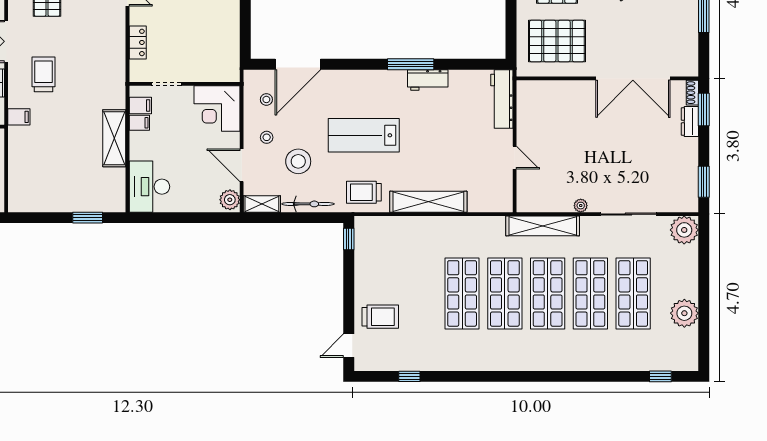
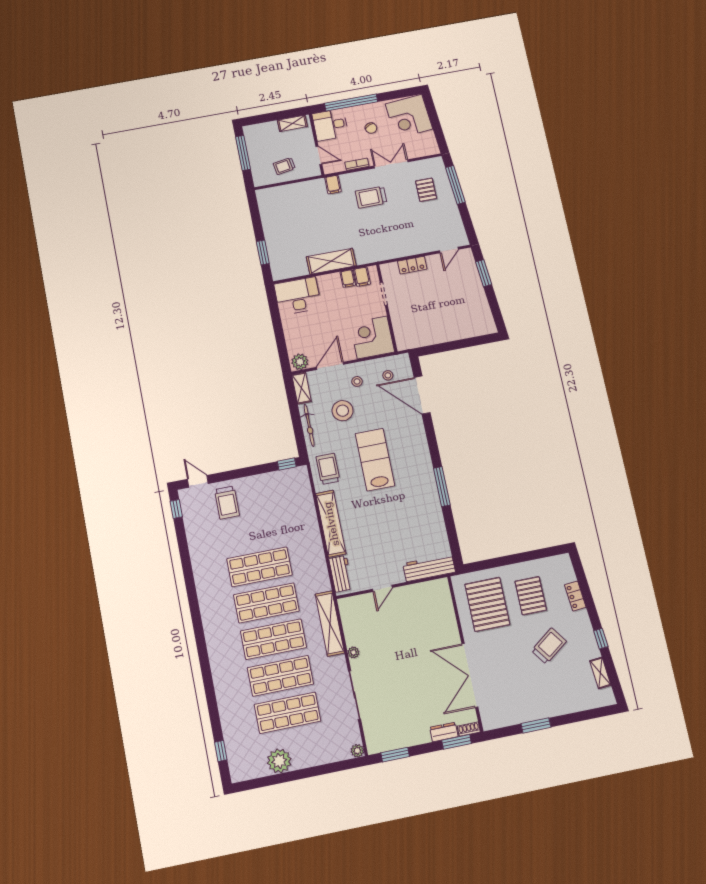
trolley: (44, 74) -> (371, 197), turned 180
workbench: (428, 80) -> (341, 574), moved, turned 180
plant: (684, 230) -> (357, 751), width x0.53, depth x0.53
window: (409, 376) -> (176, 509), moved

